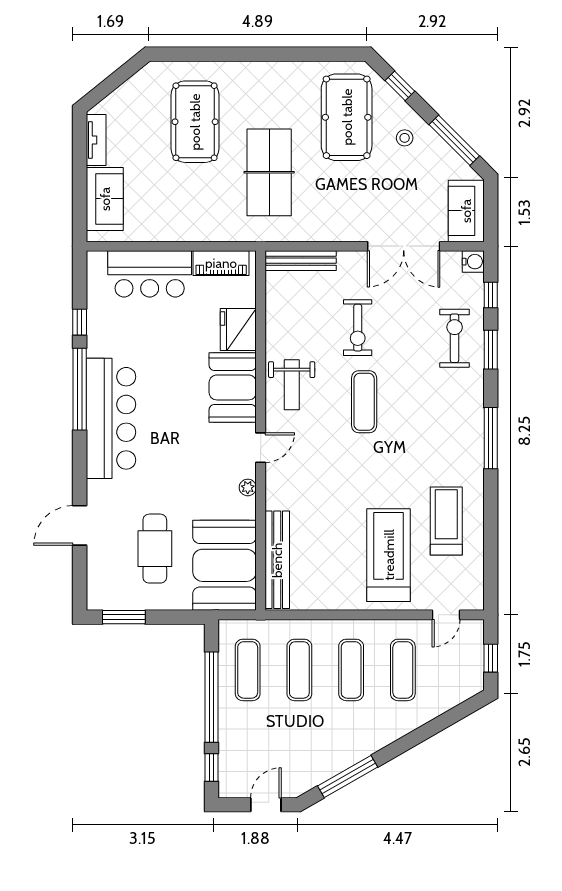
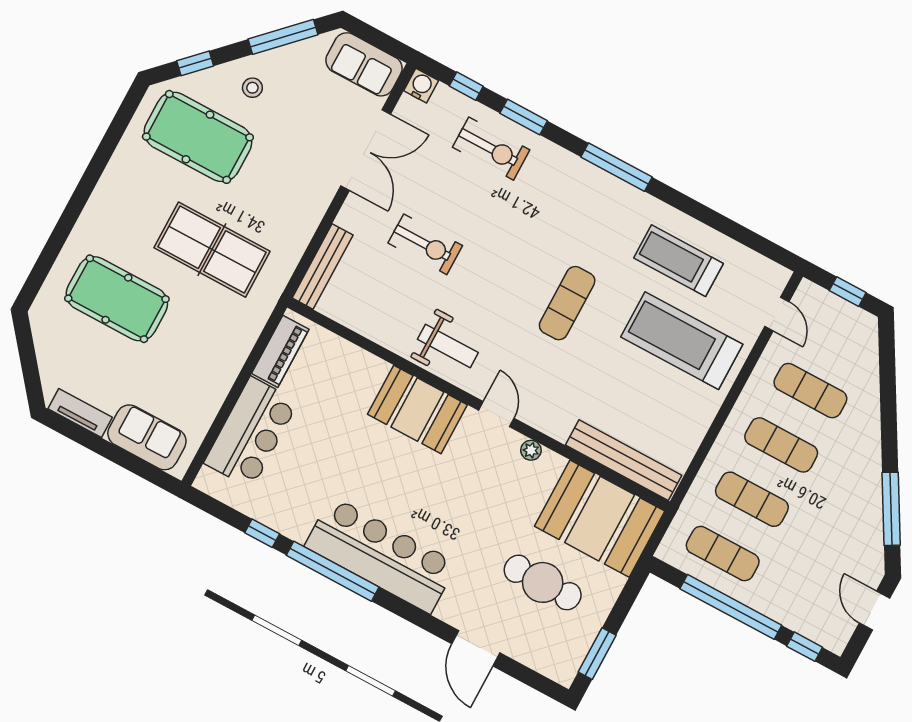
fridge: (238, 330) -> (360, 371), removed
exercise bike: (455, 338) -> (491, 149), turned 180
exercise mat: (364, 402) -> (567, 303), moved, turned 90

